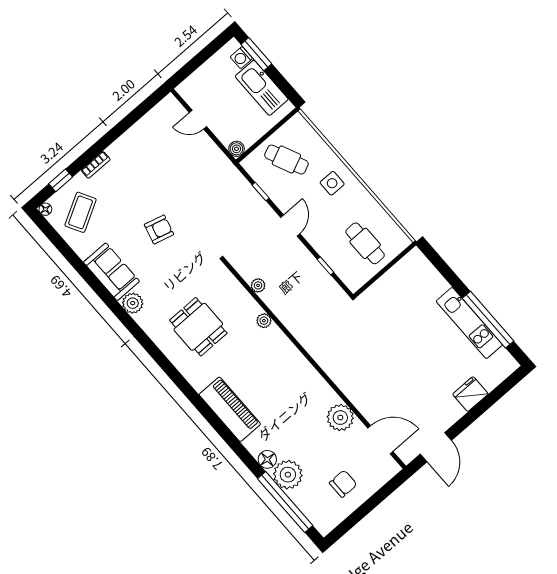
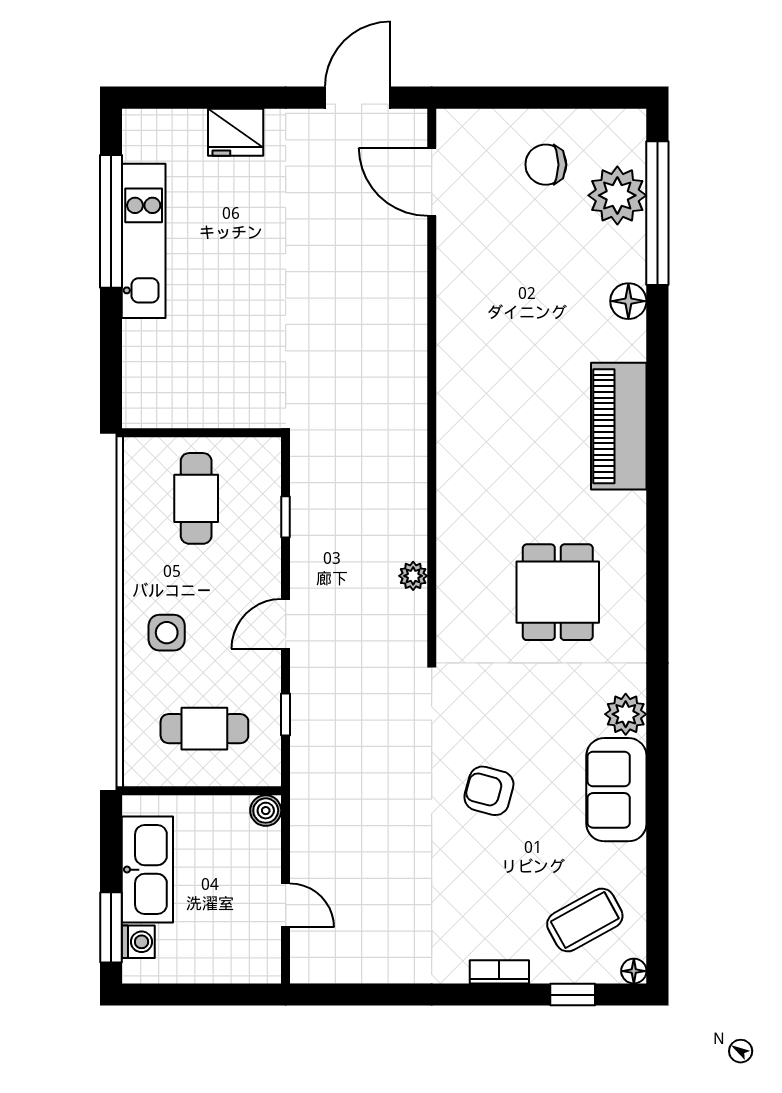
cafe table: (286, 160) -> (204, 729), turned -66
plant: (264, 321) -> (451, 515), removed
plant: (340, 418) -> (463, 268), removed
plant: (288, 475) -> (617, 195), moved

